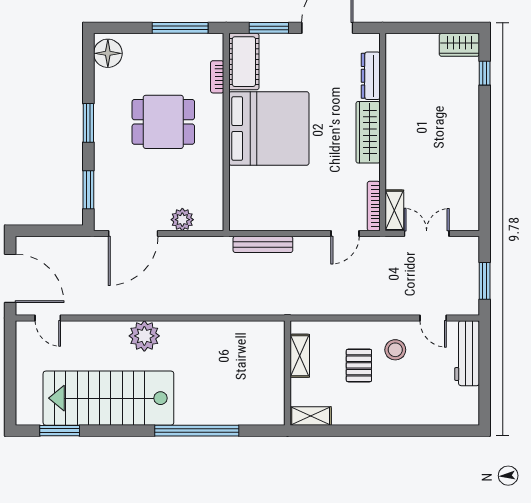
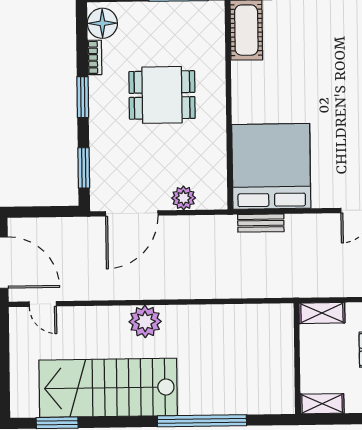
bookcase: (217, 77) -> (95, 57), moved, turned 180
bed: (269, 128) -> (271, 166), moved, turned -90
bench: (263, 244) -> (261, 223), width x0.73
shelving: (300, 356) -> (322, 313), moved, turned 90

